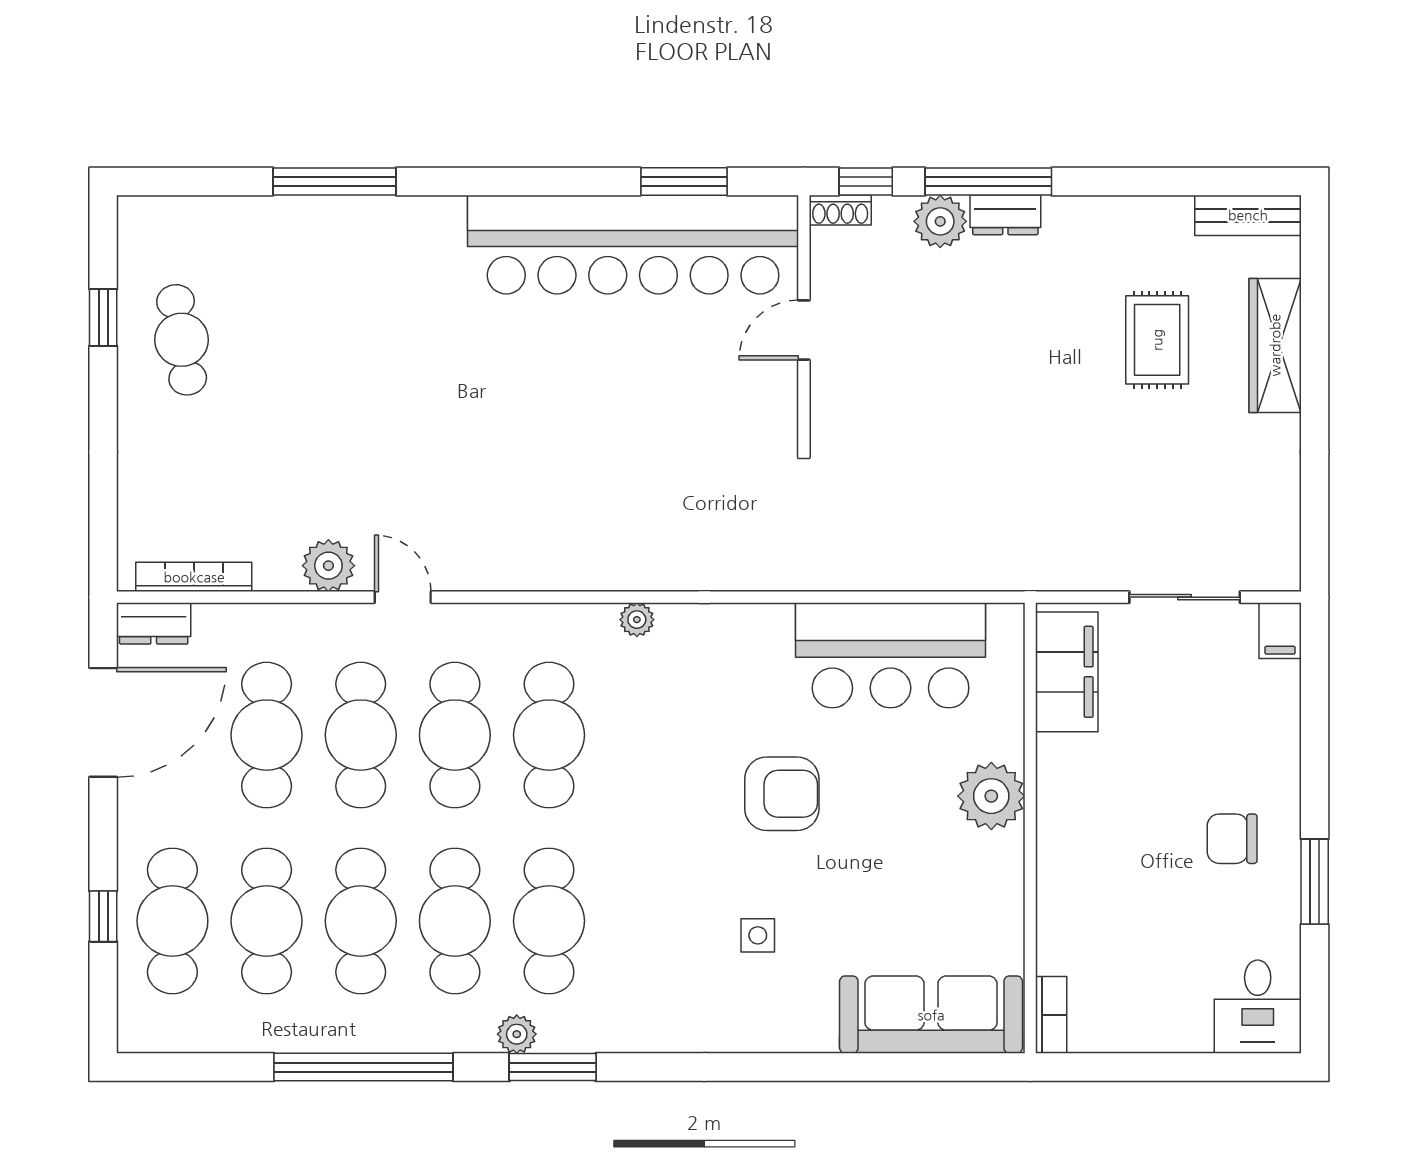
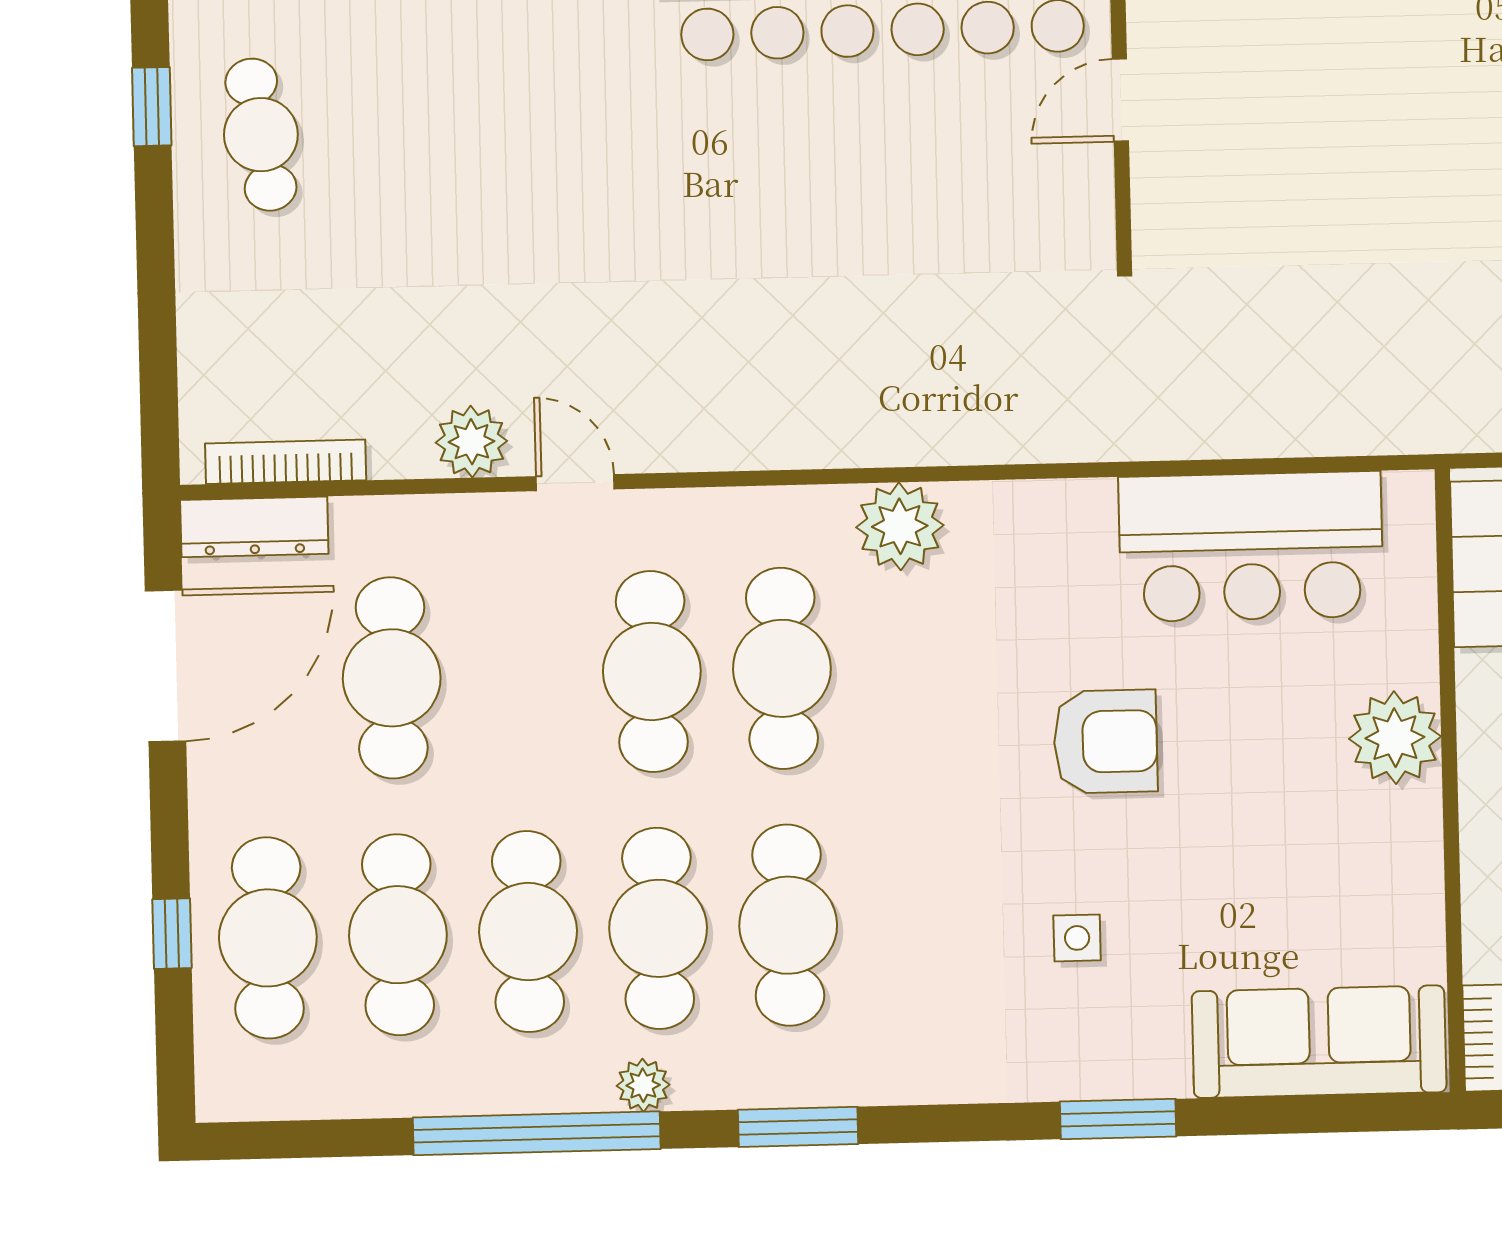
plant: (637, 620) -> (900, 526), width x1.87, depth x1.87
dresser: (154, 623) -> (254, 527), width x1.44
cafe table: (361, 735) -> (522, 675), removed
plant: (517, 1034) -> (643, 1085), moved
window: (784, 1067) -> (1118, 1119), added

